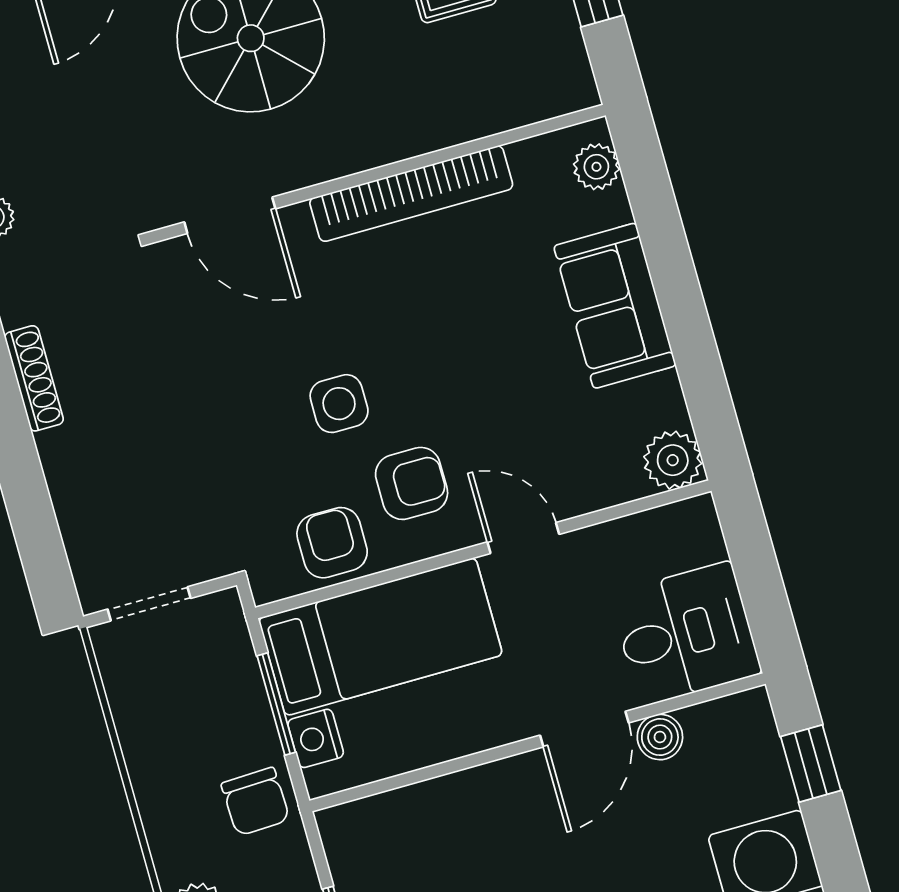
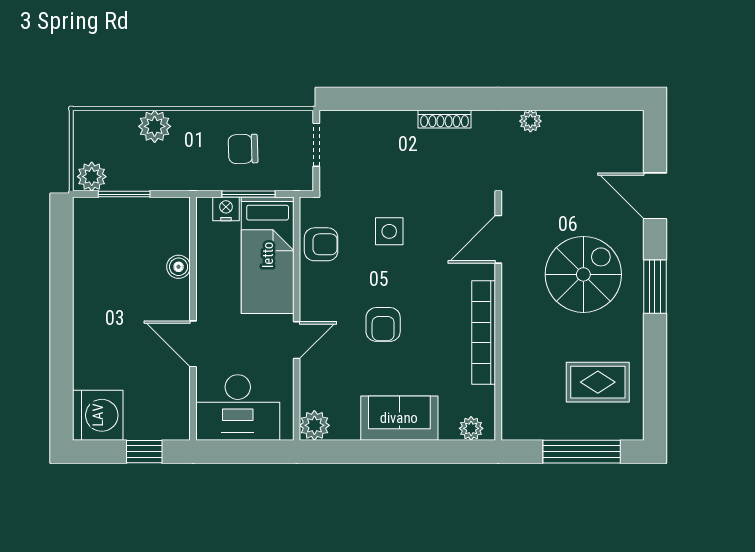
side table: (339, 404) -> (389, 231), moved
armchair: (412, 483) -> (383, 324), moved
desk: (686, 634) -> (238, 408), width x1.37
boiler: (660, 737) -> (179, 267), moved
chair: (255, 802) -> (243, 149), moved

